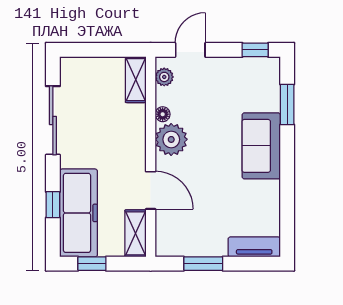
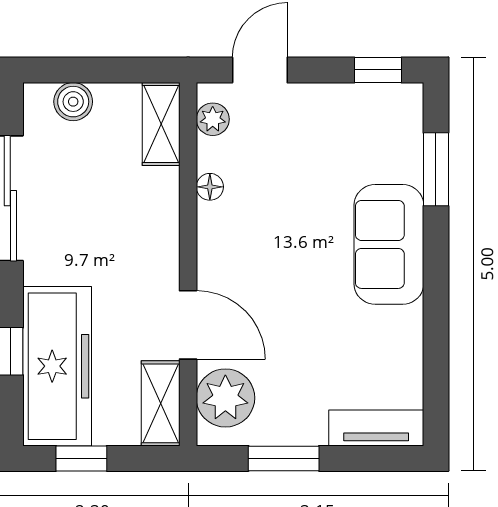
boiler: (87, 67) -> (73, 102), added
plant: (171, 139) -> (225, 398), moved

